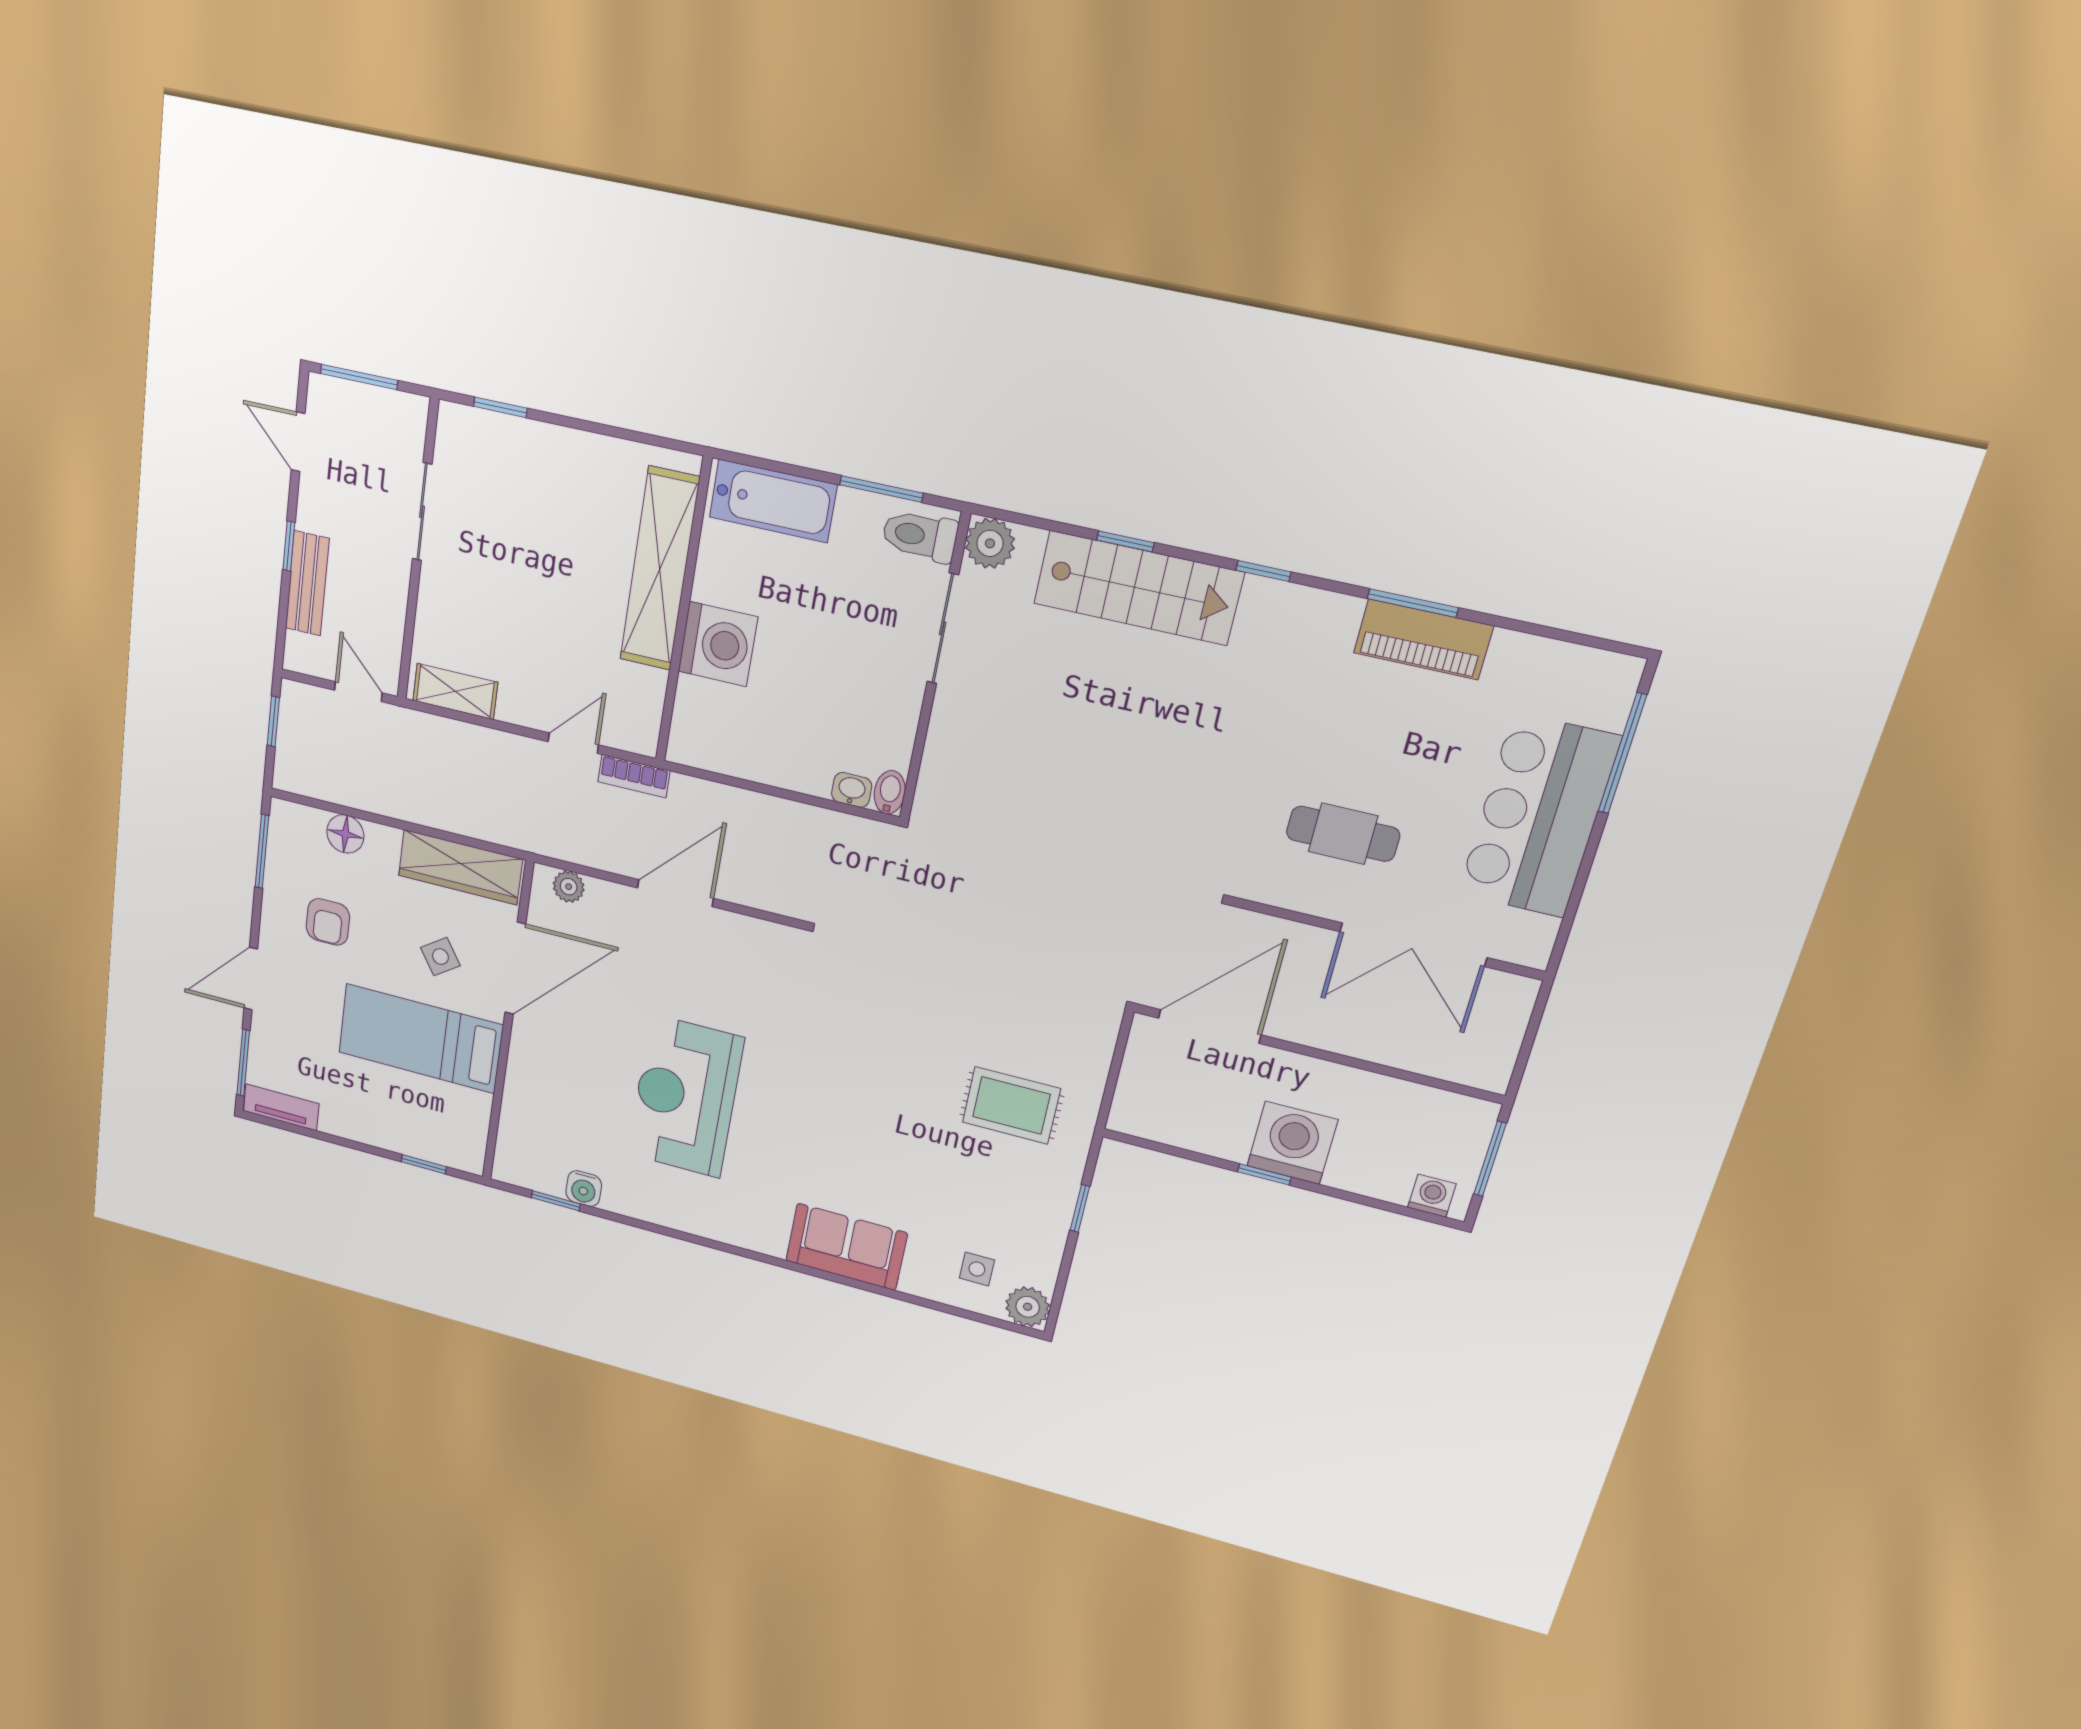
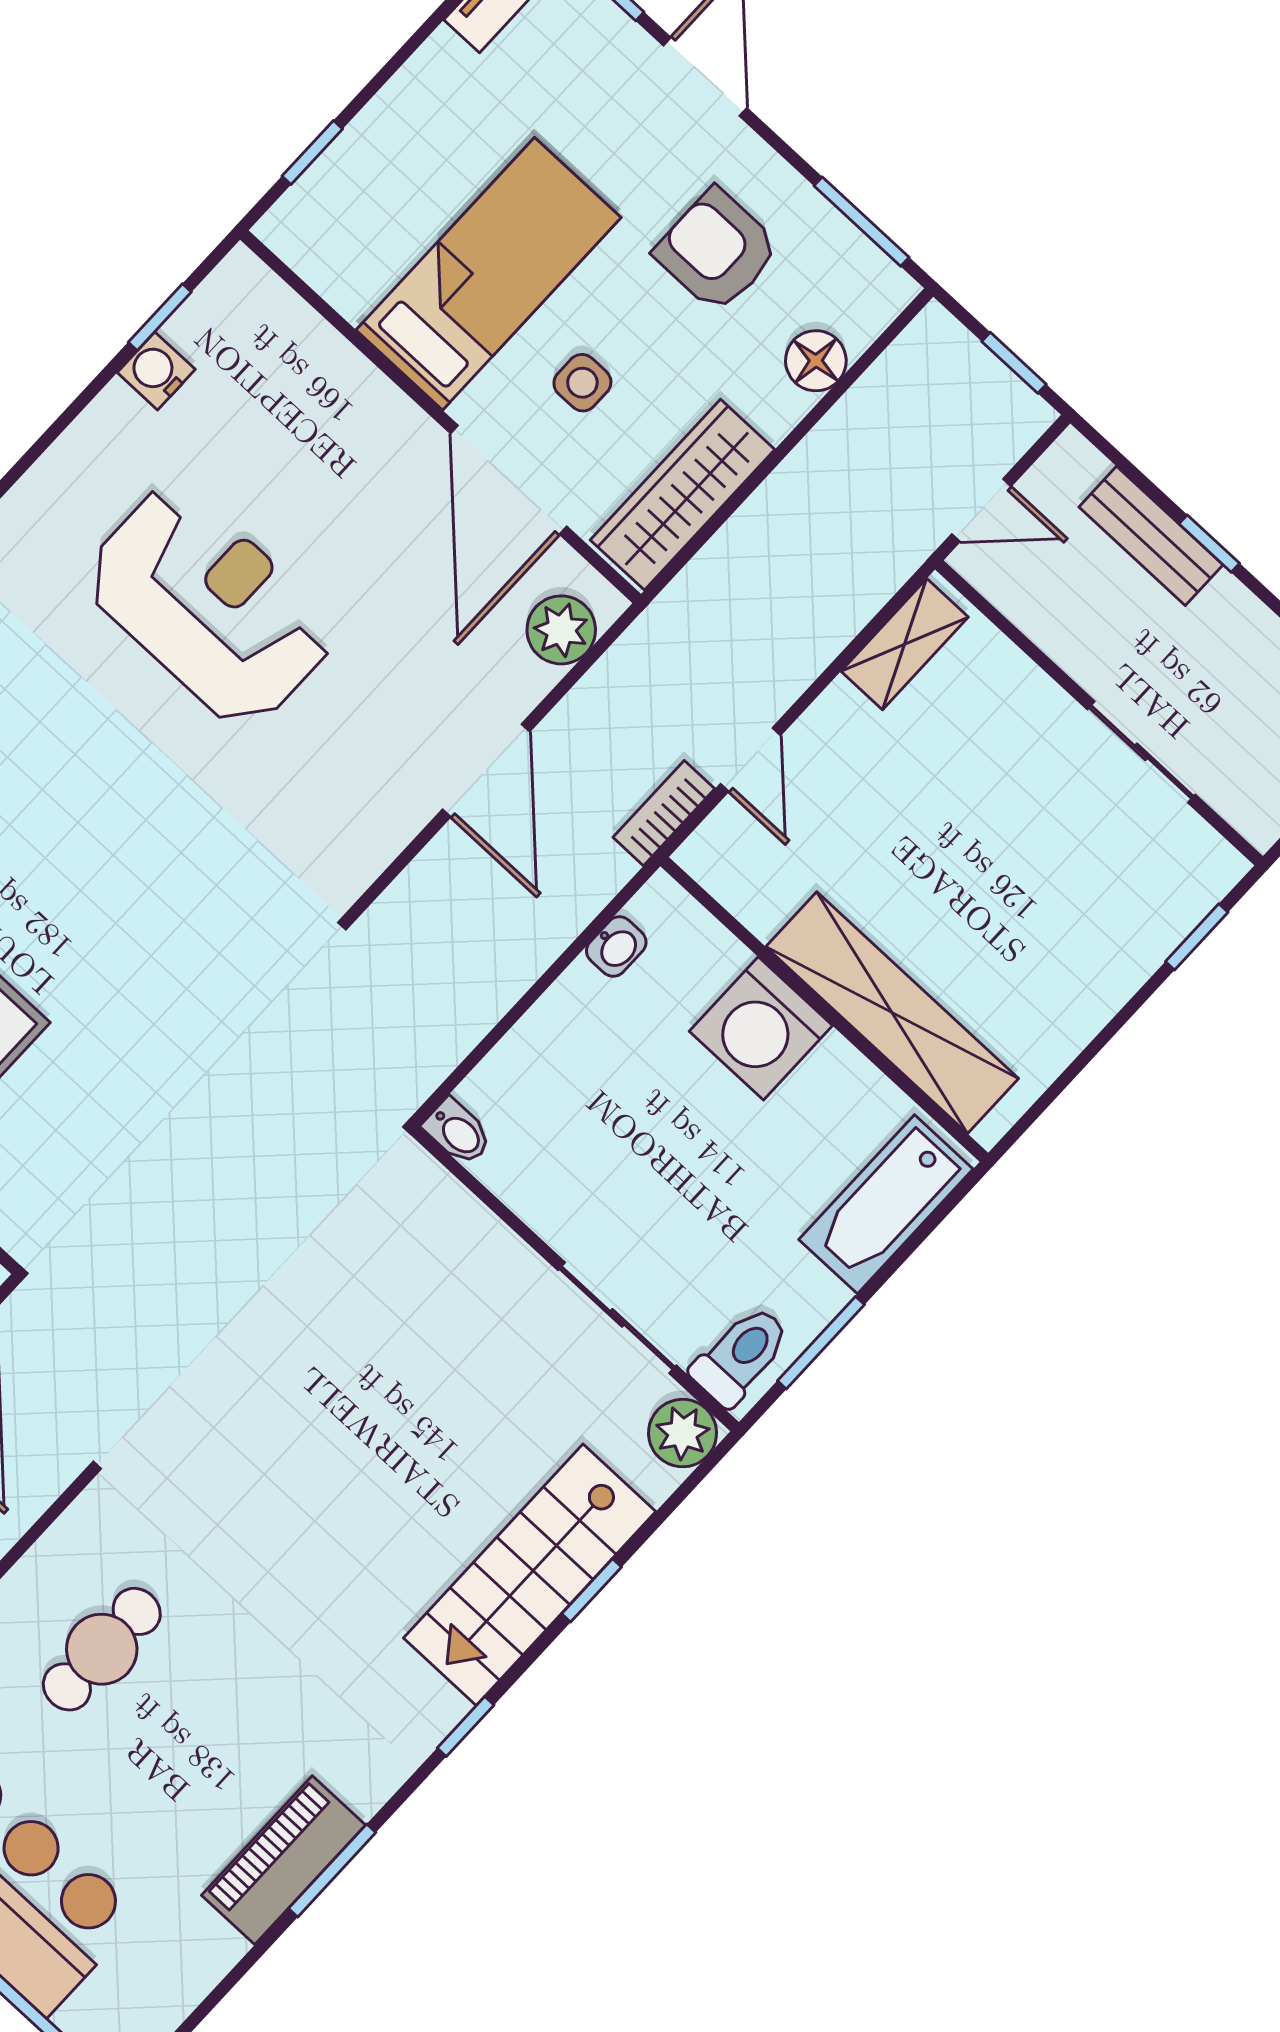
washbasin: (852, 790) -> (616, 947), moved
plant: (569, 887) -> (561, 630), width x1.38, depth x1.38
armchair: (328, 922) -> (717, 250), width x1.38, depth x1.38
side table: (440, 957) -> (582, 383), turned 34

